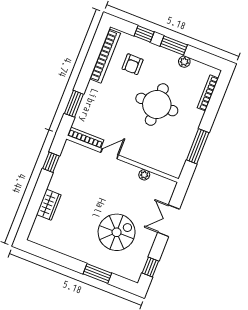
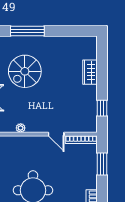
door: (110, 154) -> (56, 134), hinge flipped
window: (97, 274) -> (27, 31), width x1.44

